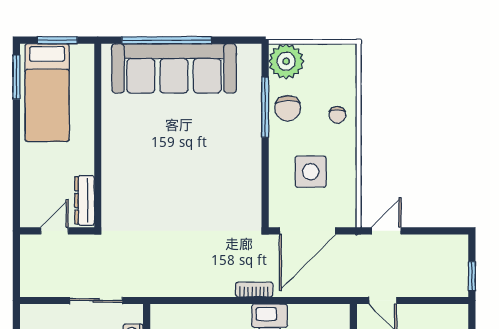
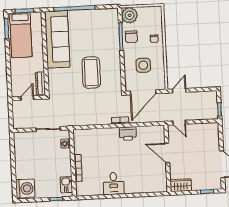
sofa: (174, 68) -> (57, 39), moved, turned -90
coffee table: (196, 182) -> (91, 73), added

